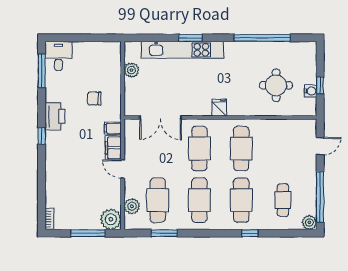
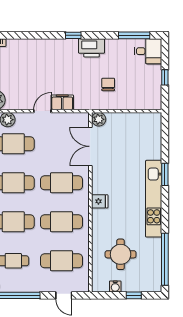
window: (87, 38) -> (165, 77), added
window: (262, 38) -> (165, 259), moved
kitchen unit: (182, 50) -> (154, 199), moved
plant: (131, 70) -> (99, 119), moved
window: (320, 85) -> (134, 295), moved
filing cabinet: (113, 128) -> (80, 102), removed
cafe table: (283, 149) -> (62, 261), added

